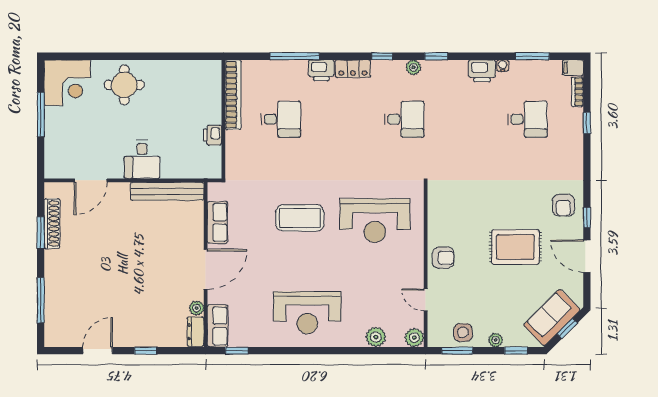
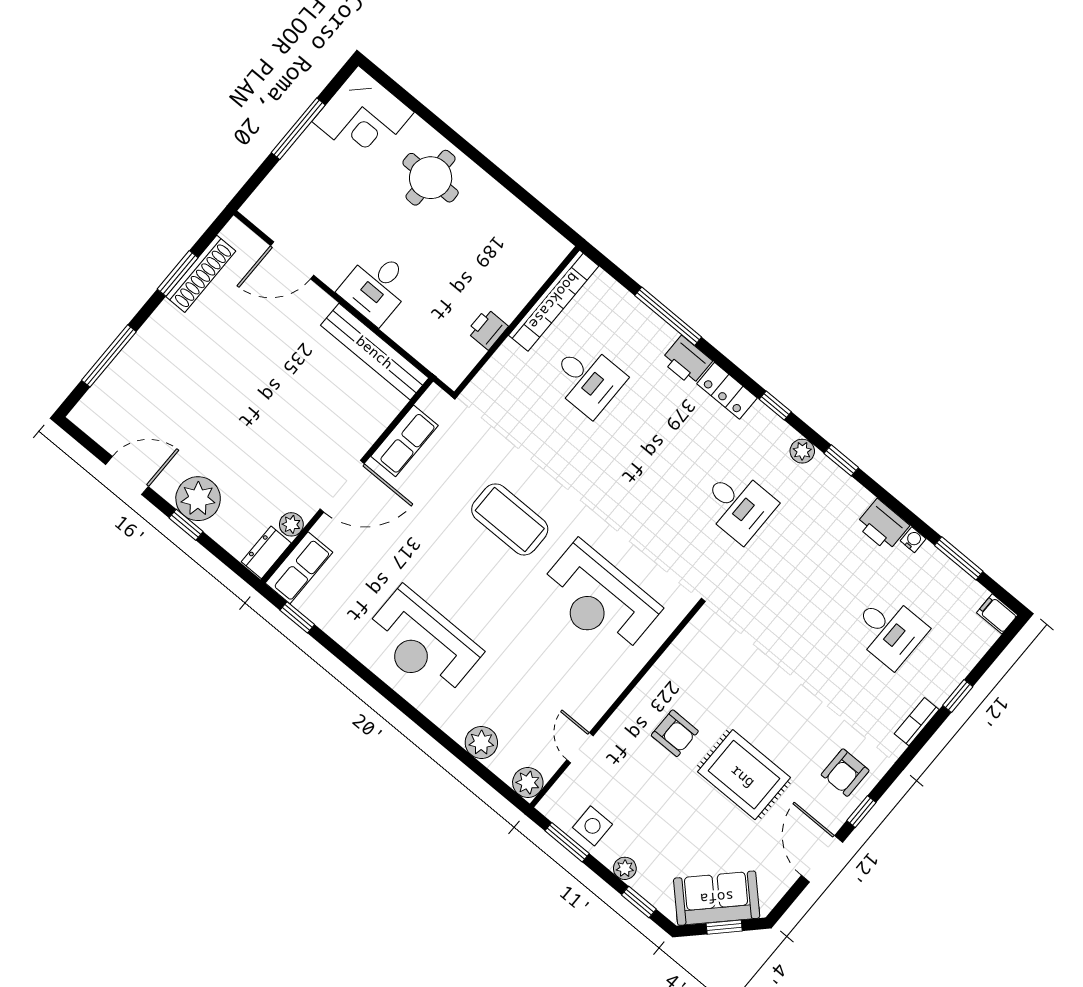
bookcase: (577, 92) -> (917, 722), moved
armchair: (443, 258) -> (675, 733), moved
plant: (141, 333) -> (198, 499), added

